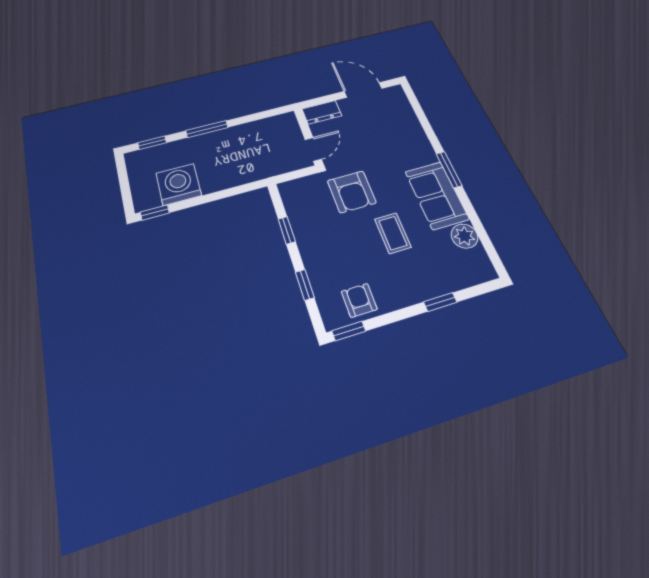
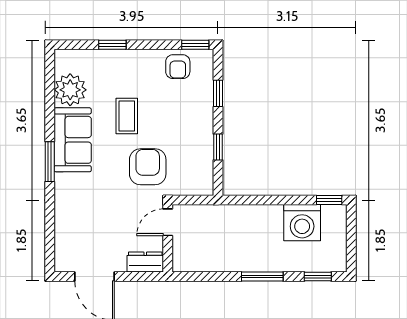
plant: (464, 236) -> (70, 90), width x1.36, depth x1.36

